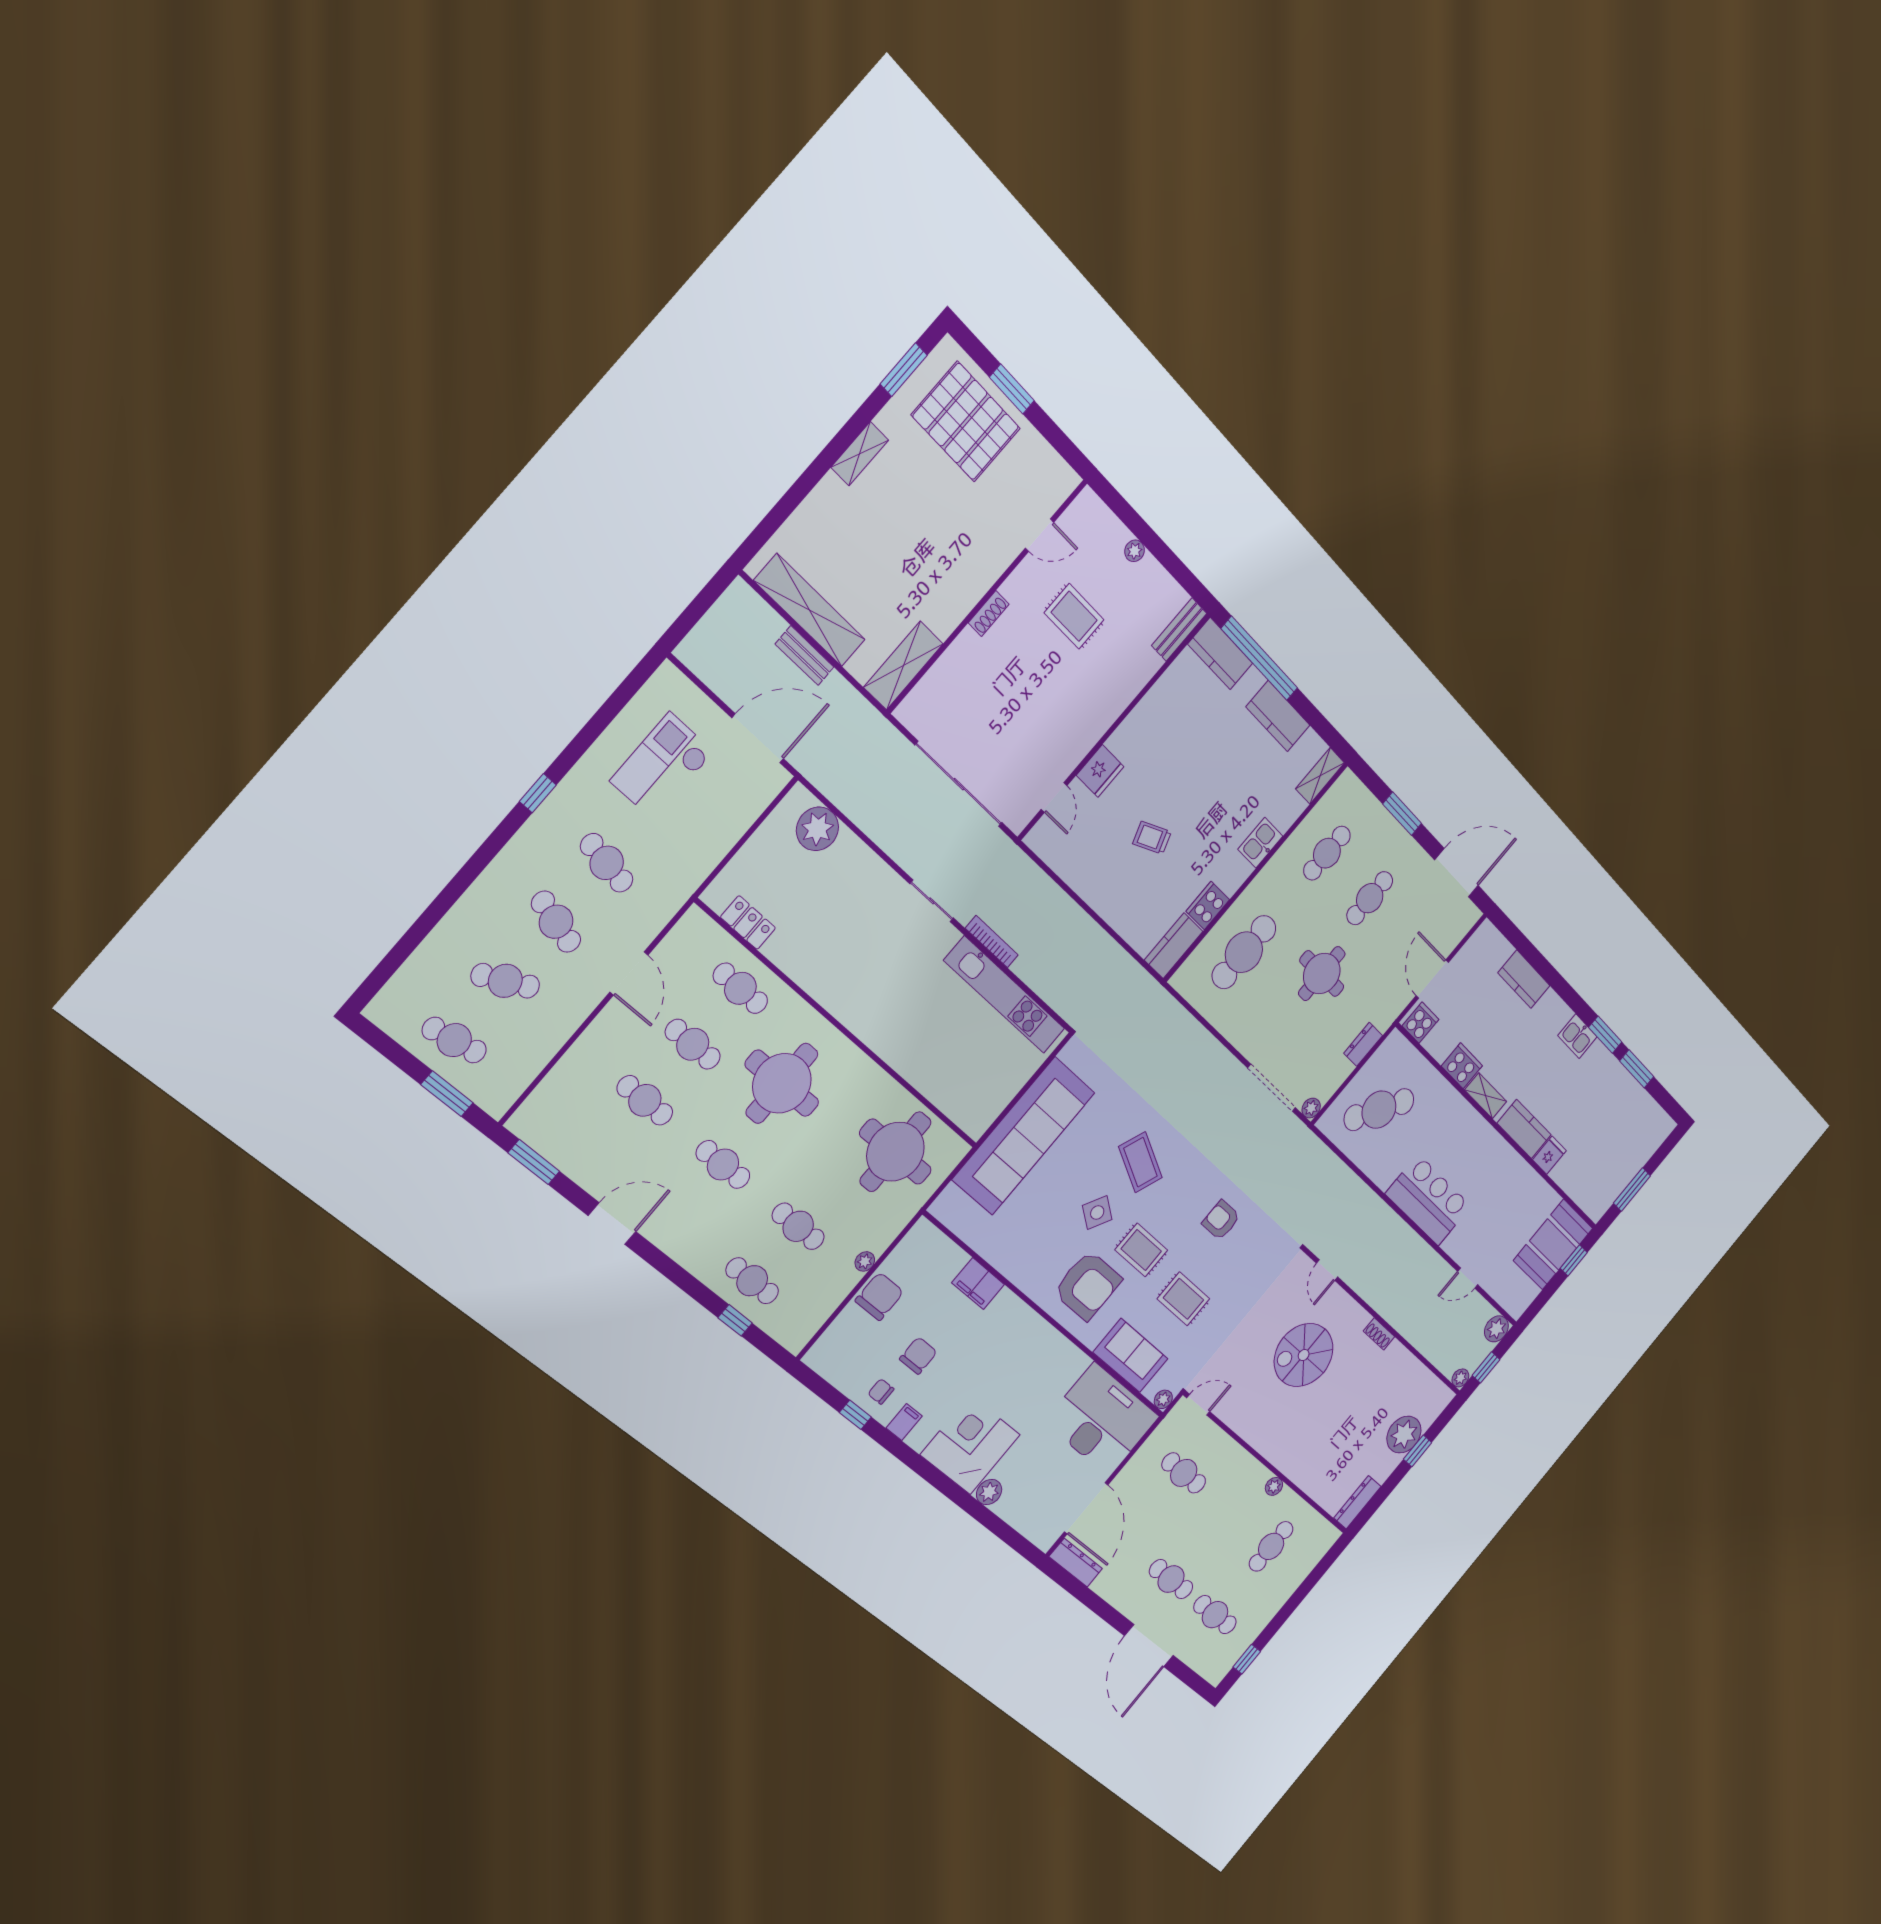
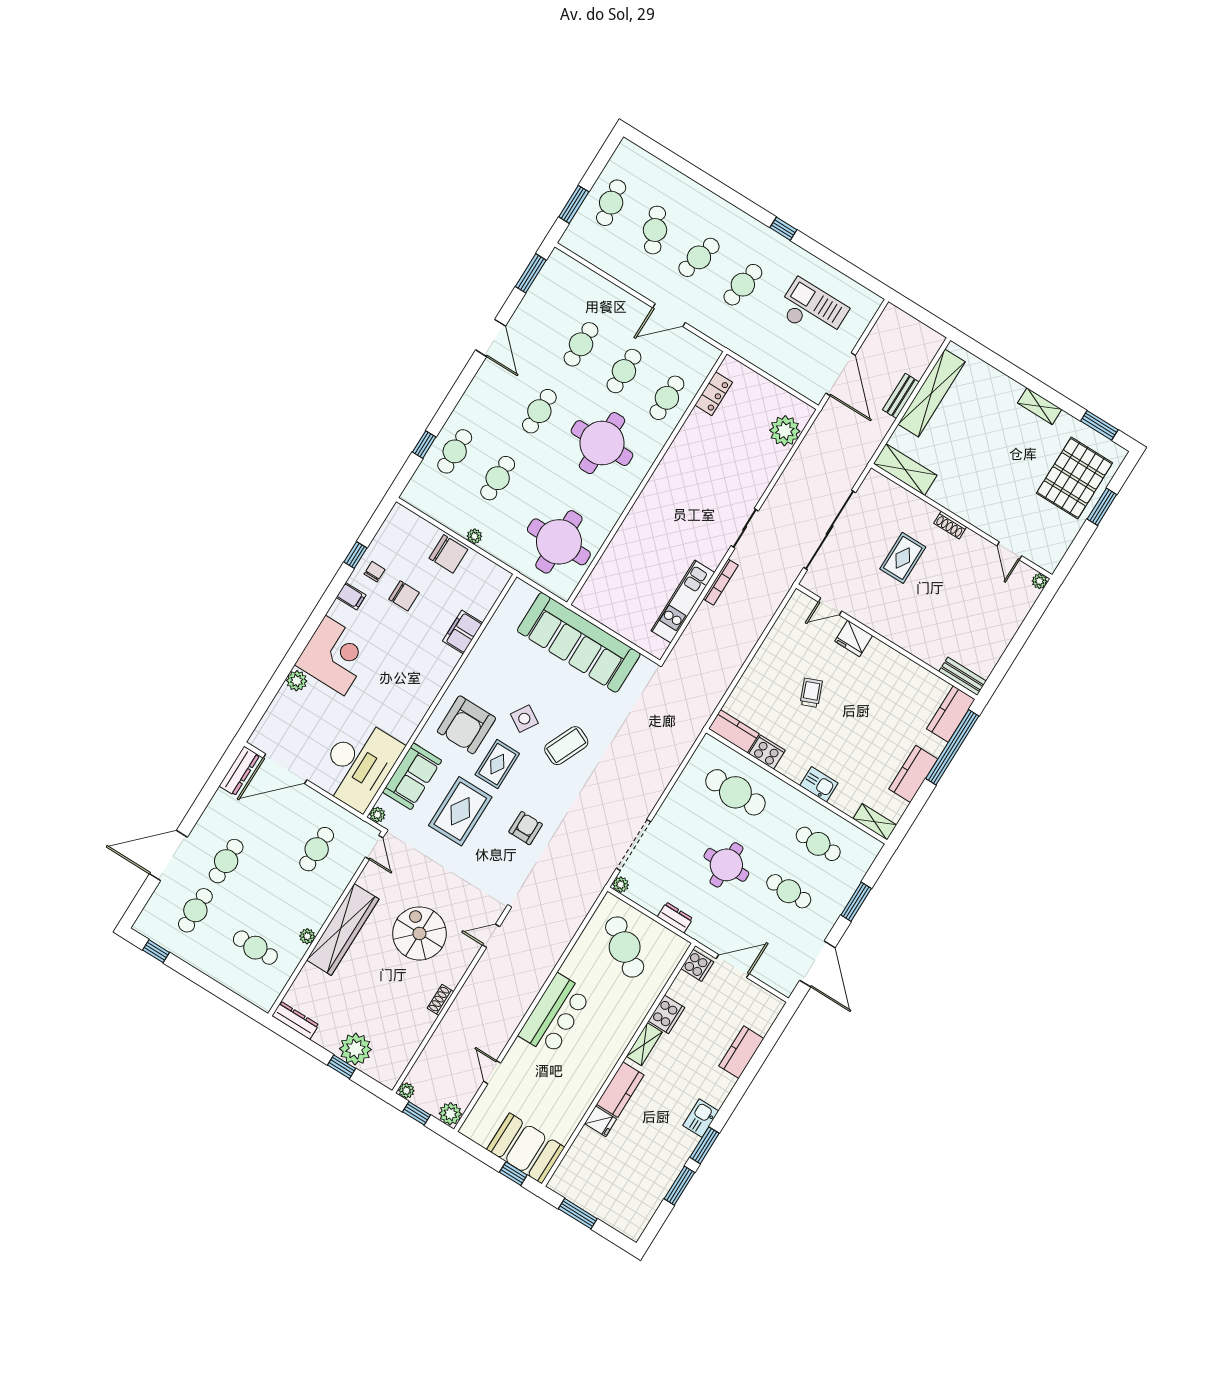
plant: (1135, 551) -> (1040, 581), moved
rug: (1074, 616) -> (903, 558), moved
kitchen unit: (1005, 995) -> (683, 602), width x0.73
rug: (1183, 1299) -> (460, 811), width x1.36, depth x1.43
wardrobe: (1277, 1445) -> (343, 929), added

